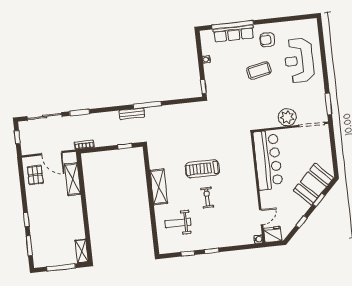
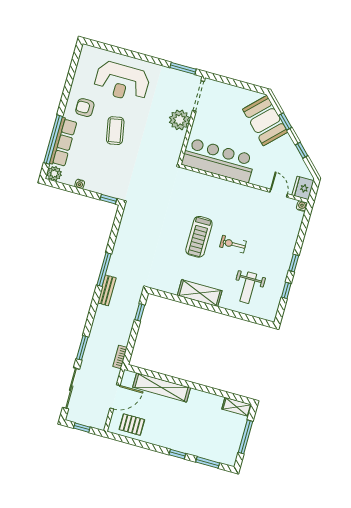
plant: (206, 36) -> (54, 174), added
armchair: (267, 40) -> (85, 108), turned 90
shelving: (73, 179) -> (162, 387), width x1.47

